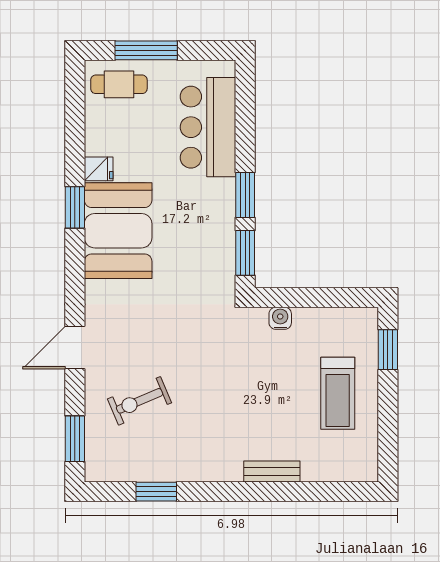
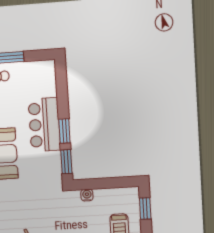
bar counter: (208, 127) -> (44, 125), moved

